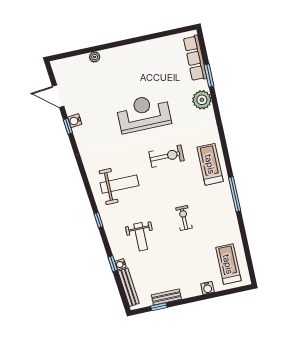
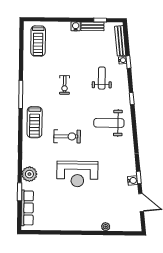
exercise bike: (167, 156) -> (67, 136), turned 180
water cooler: (207, 288) -> (76, 26), moved

